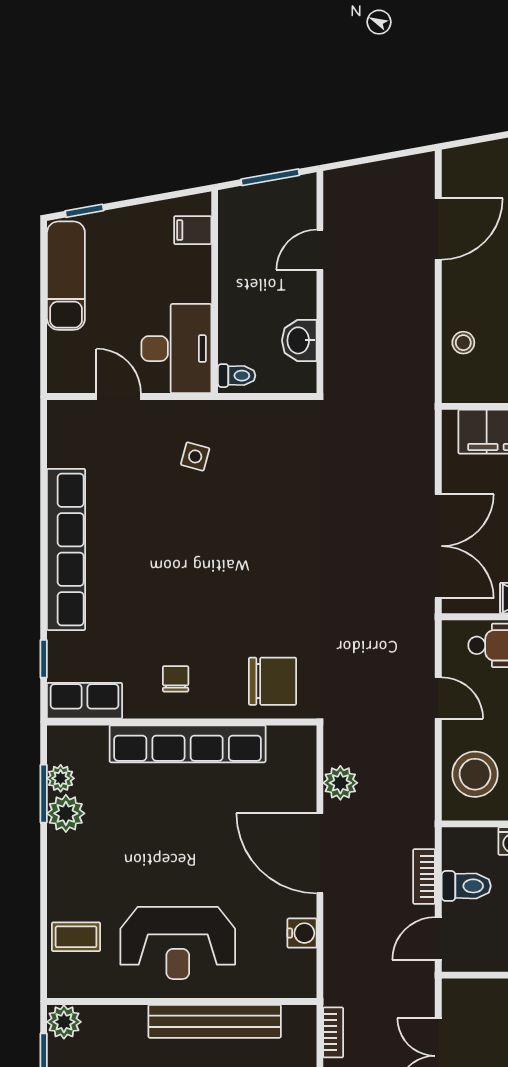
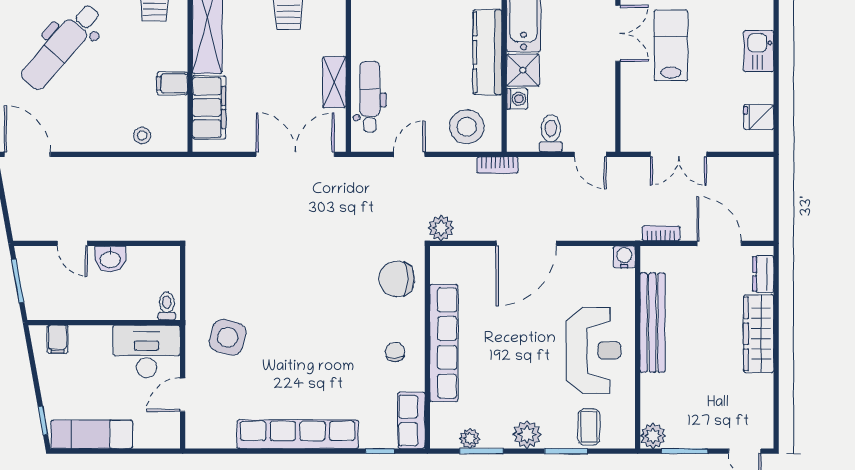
door: (438, 229) -> (27, 154), moved
washbasin: (299, 340) -> (110, 259), moved
side table: (195, 456) -> (228, 337), width x1.87, depth x1.87
chair: (176, 679) -> (395, 352), turned 90
chair: (273, 681) -> (397, 279), turned -90
plant: (340, 783) -> (441, 228), moved
plant: (66, 813) -> (527, 435), moved
bookcase: (424, 876) -> (497, 165), moved
window: (44, 906) -> (566, 451), added
water cooler: (302, 933) -> (624, 257), moved

